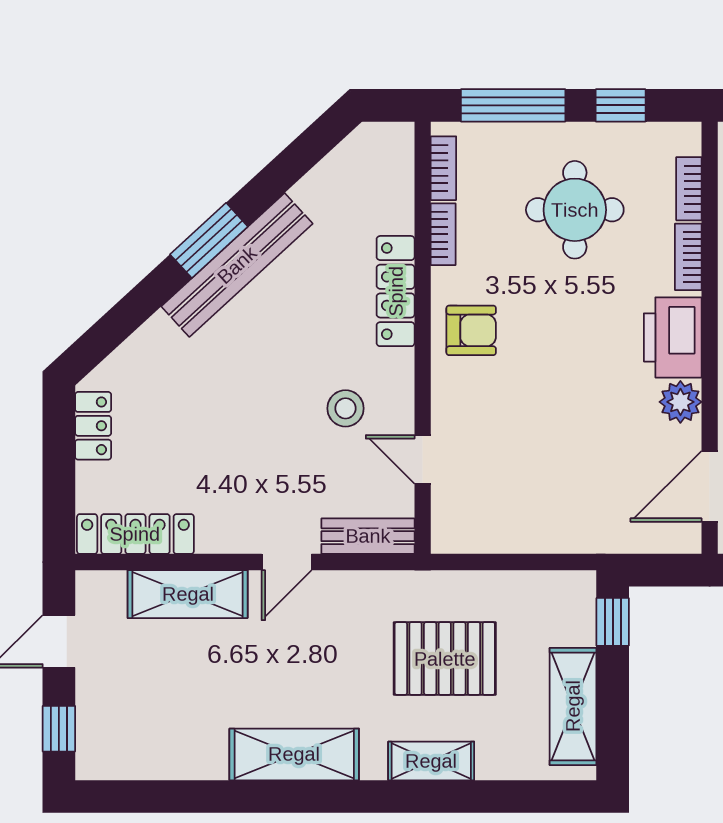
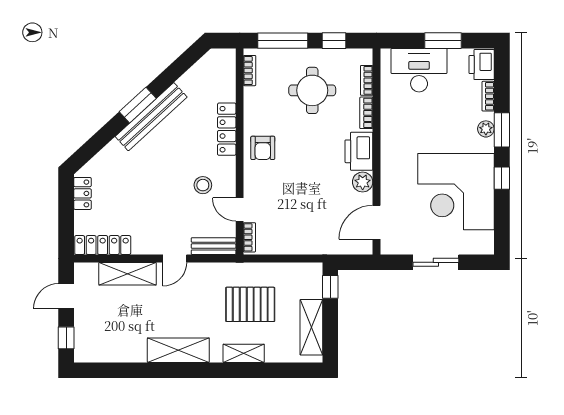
bookcase: (443, 234) -> (249, 237), moved
armchair: (471, 330) -> (263, 148), turned 90

